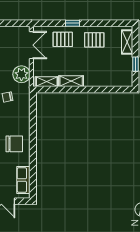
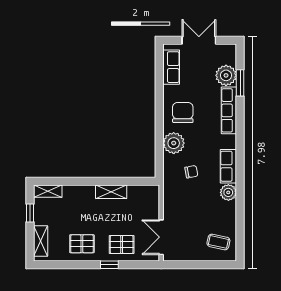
plant: (21, 74) -> (174, 143), moved
shelving: (47, 82) -> (48, 191), moved
chair: (14, 144) -> (183, 113), turned 90

